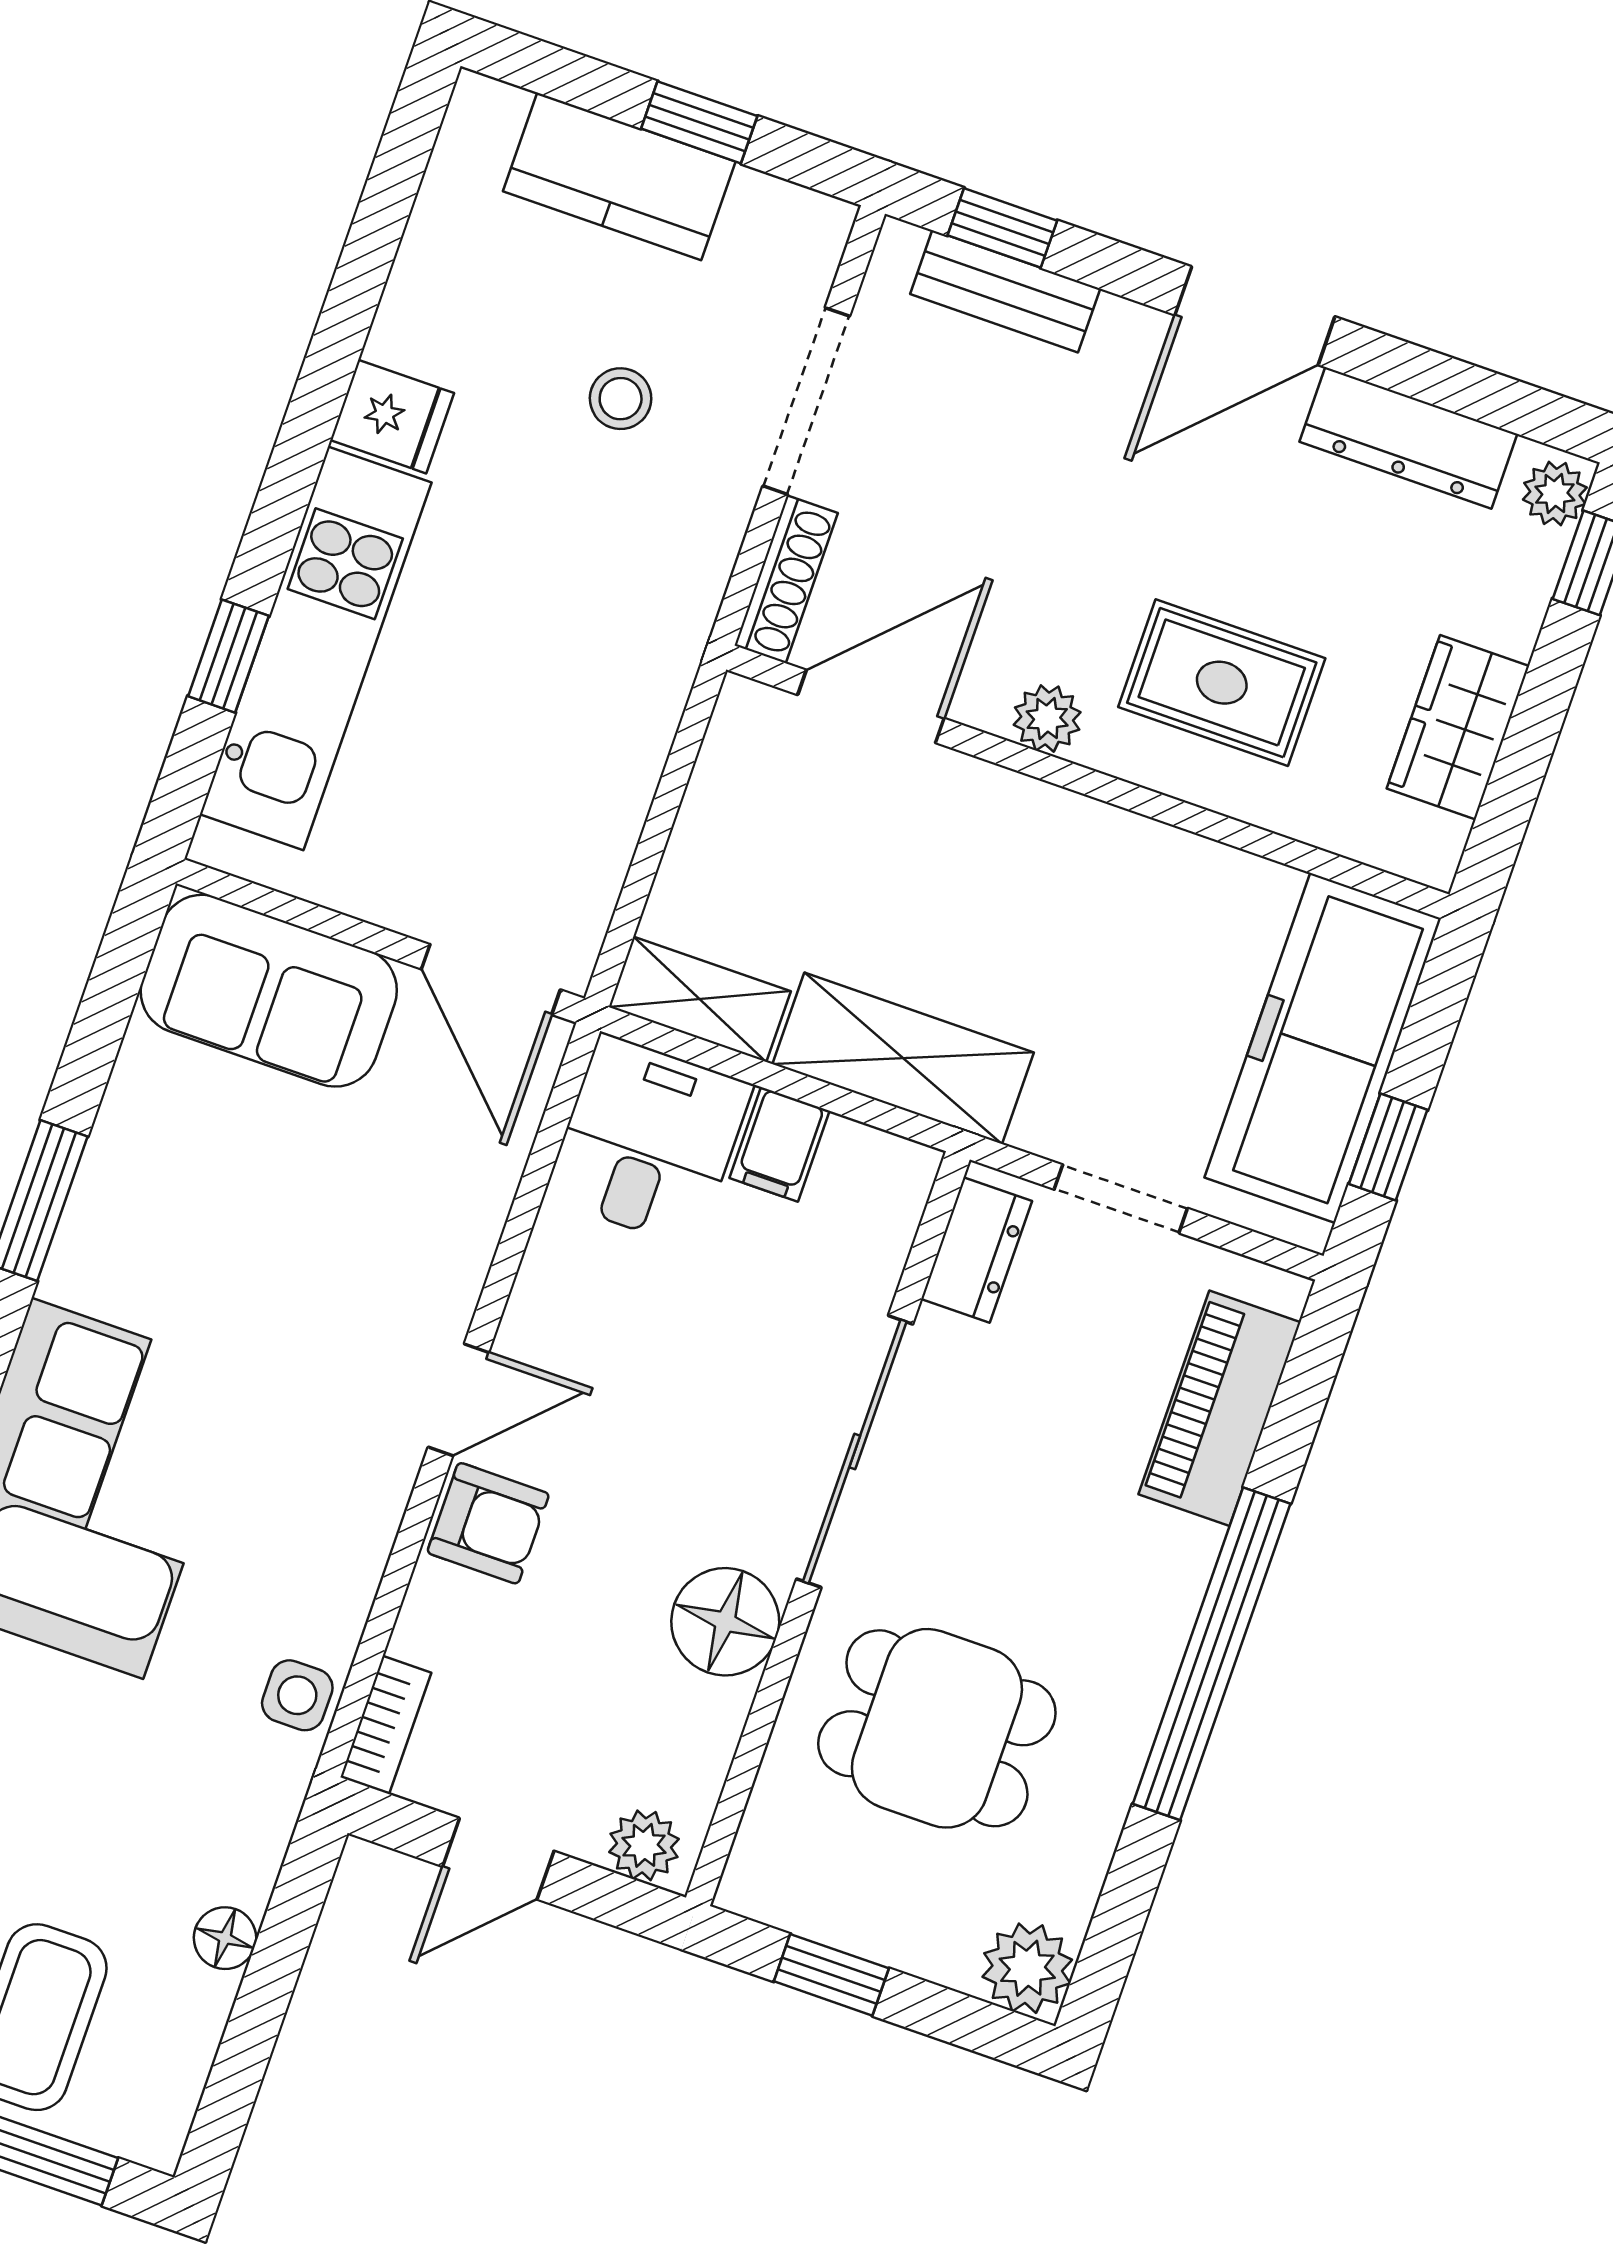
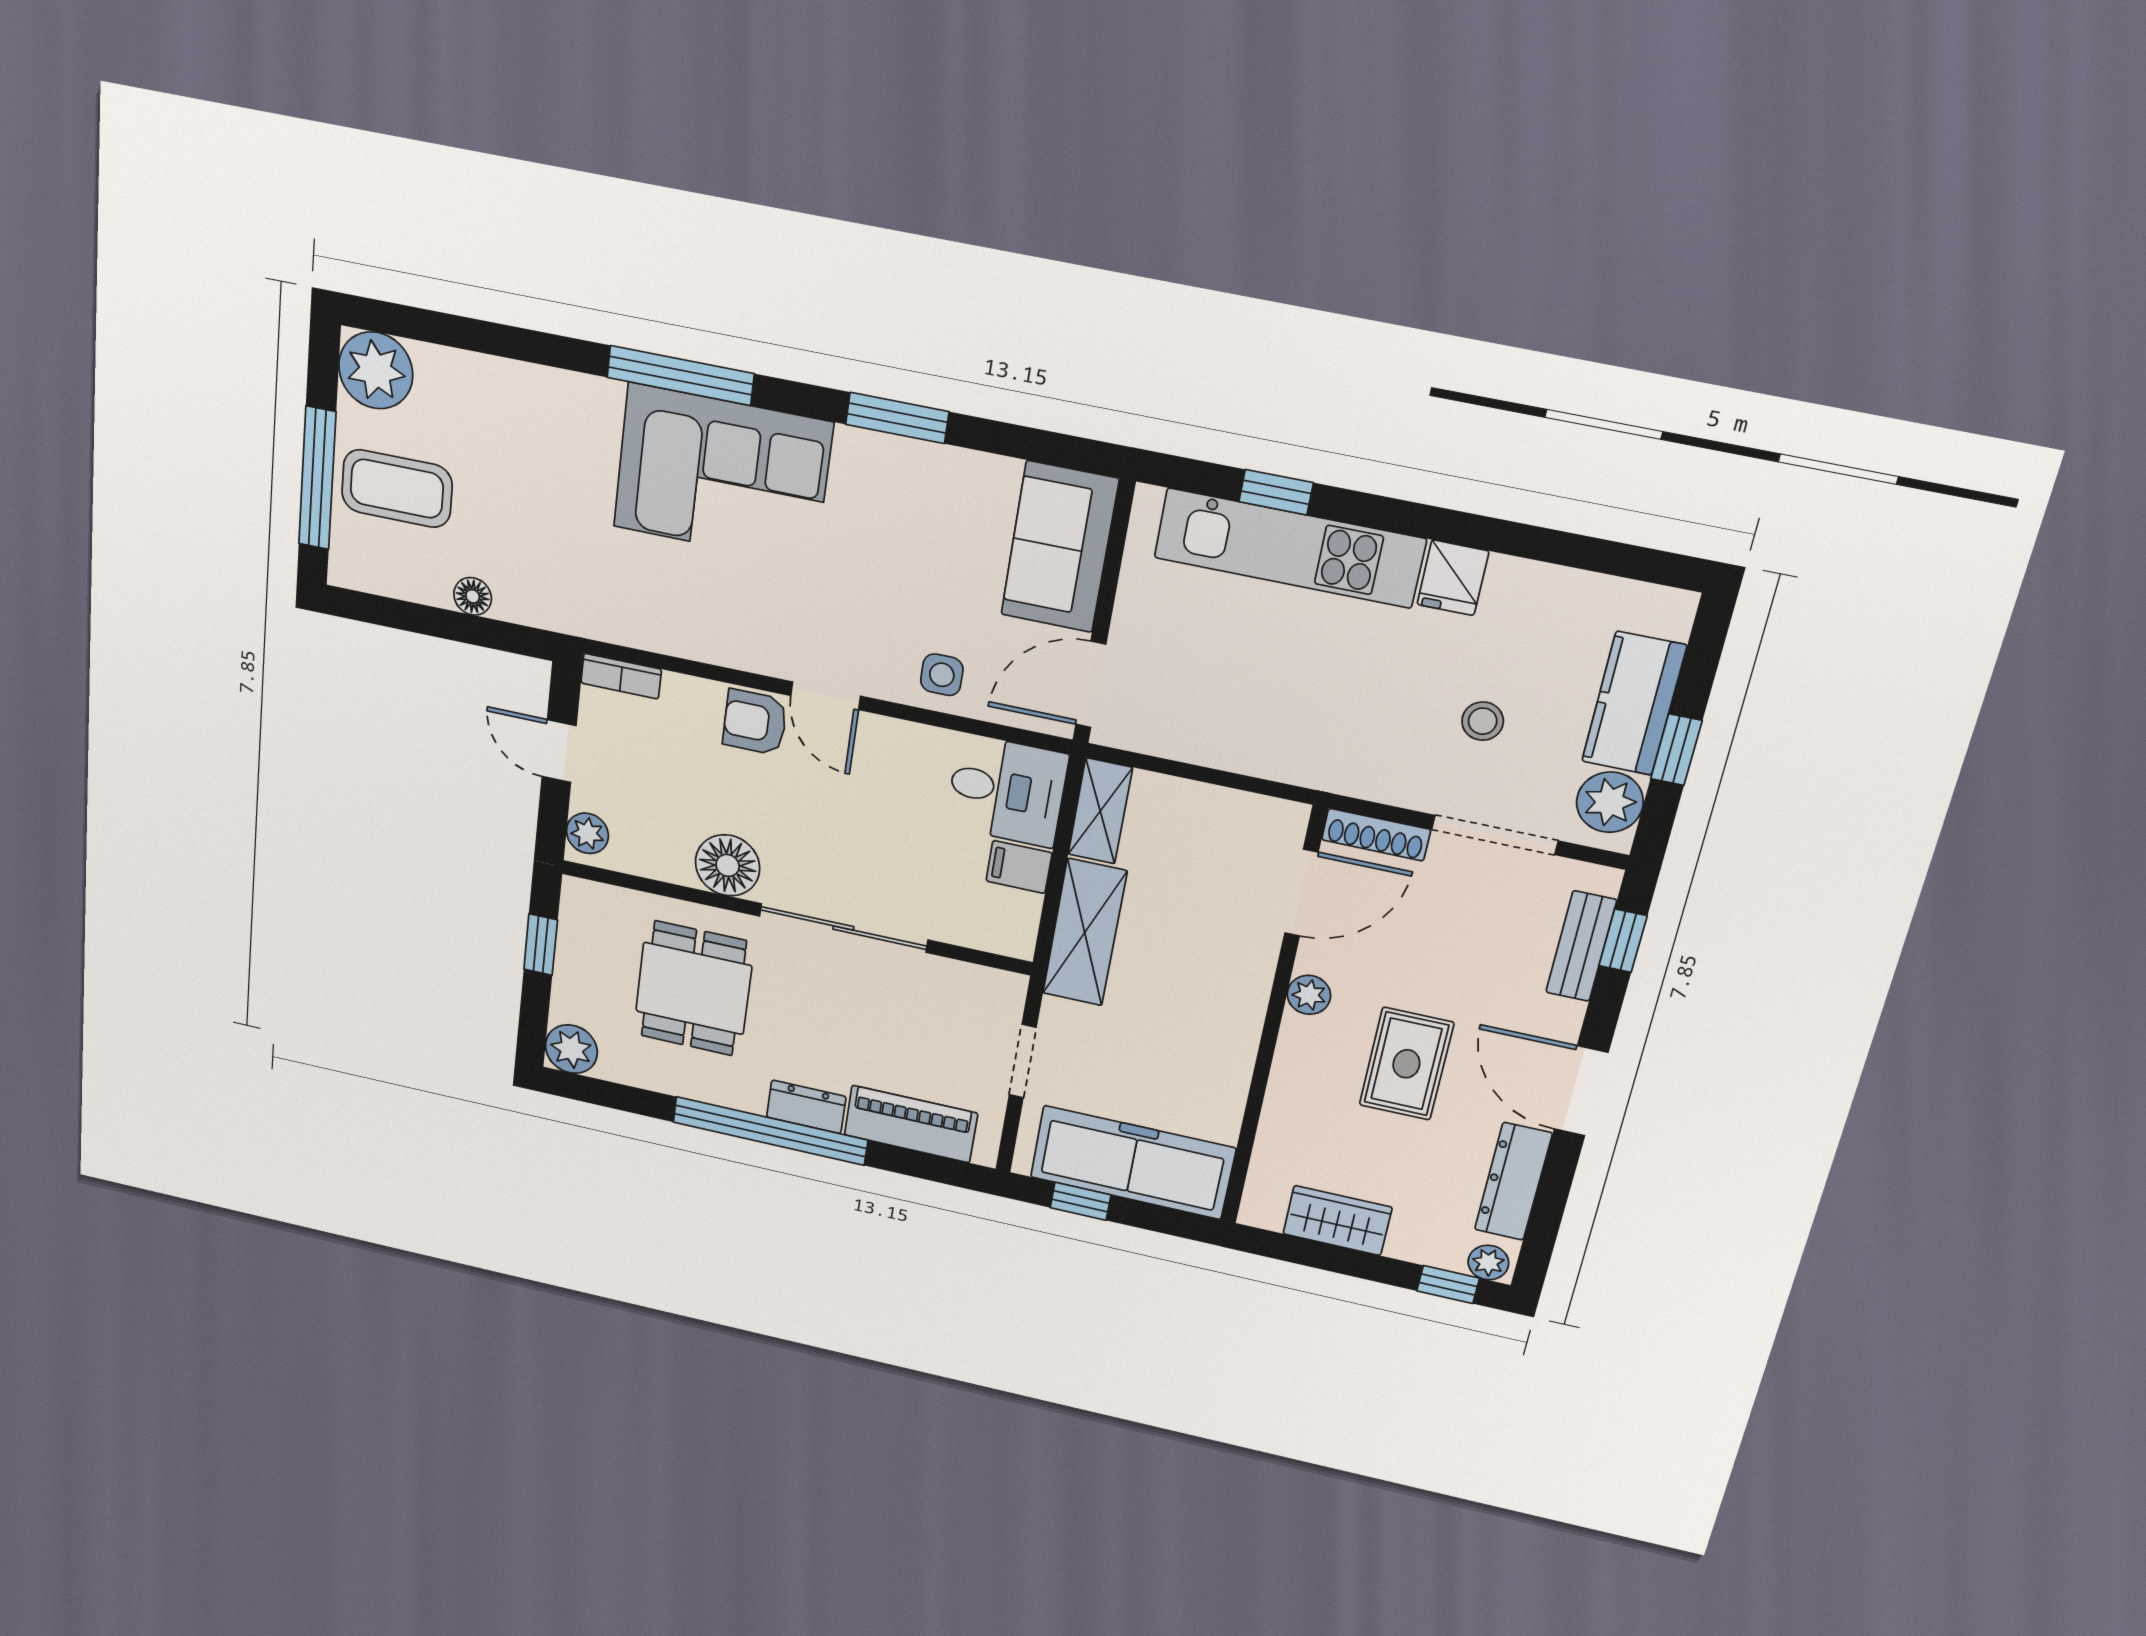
plant: (772, 226) -> (1610, 802), added
rug: (1222, 683) -> (1406, 1064), moved
door: (871, 706) -> (1301, 893), hinge flipped
dresser: (977, 1250) -> (806, 1107), moved, turned 180
armchair: (488, 1523) -> (755, 722), turned 90
side table: (297, 1695) -> (942, 675), moved

